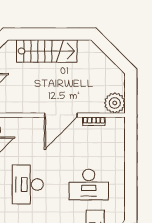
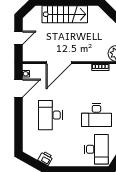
door: (61, 115) -> (59, 63), moved

